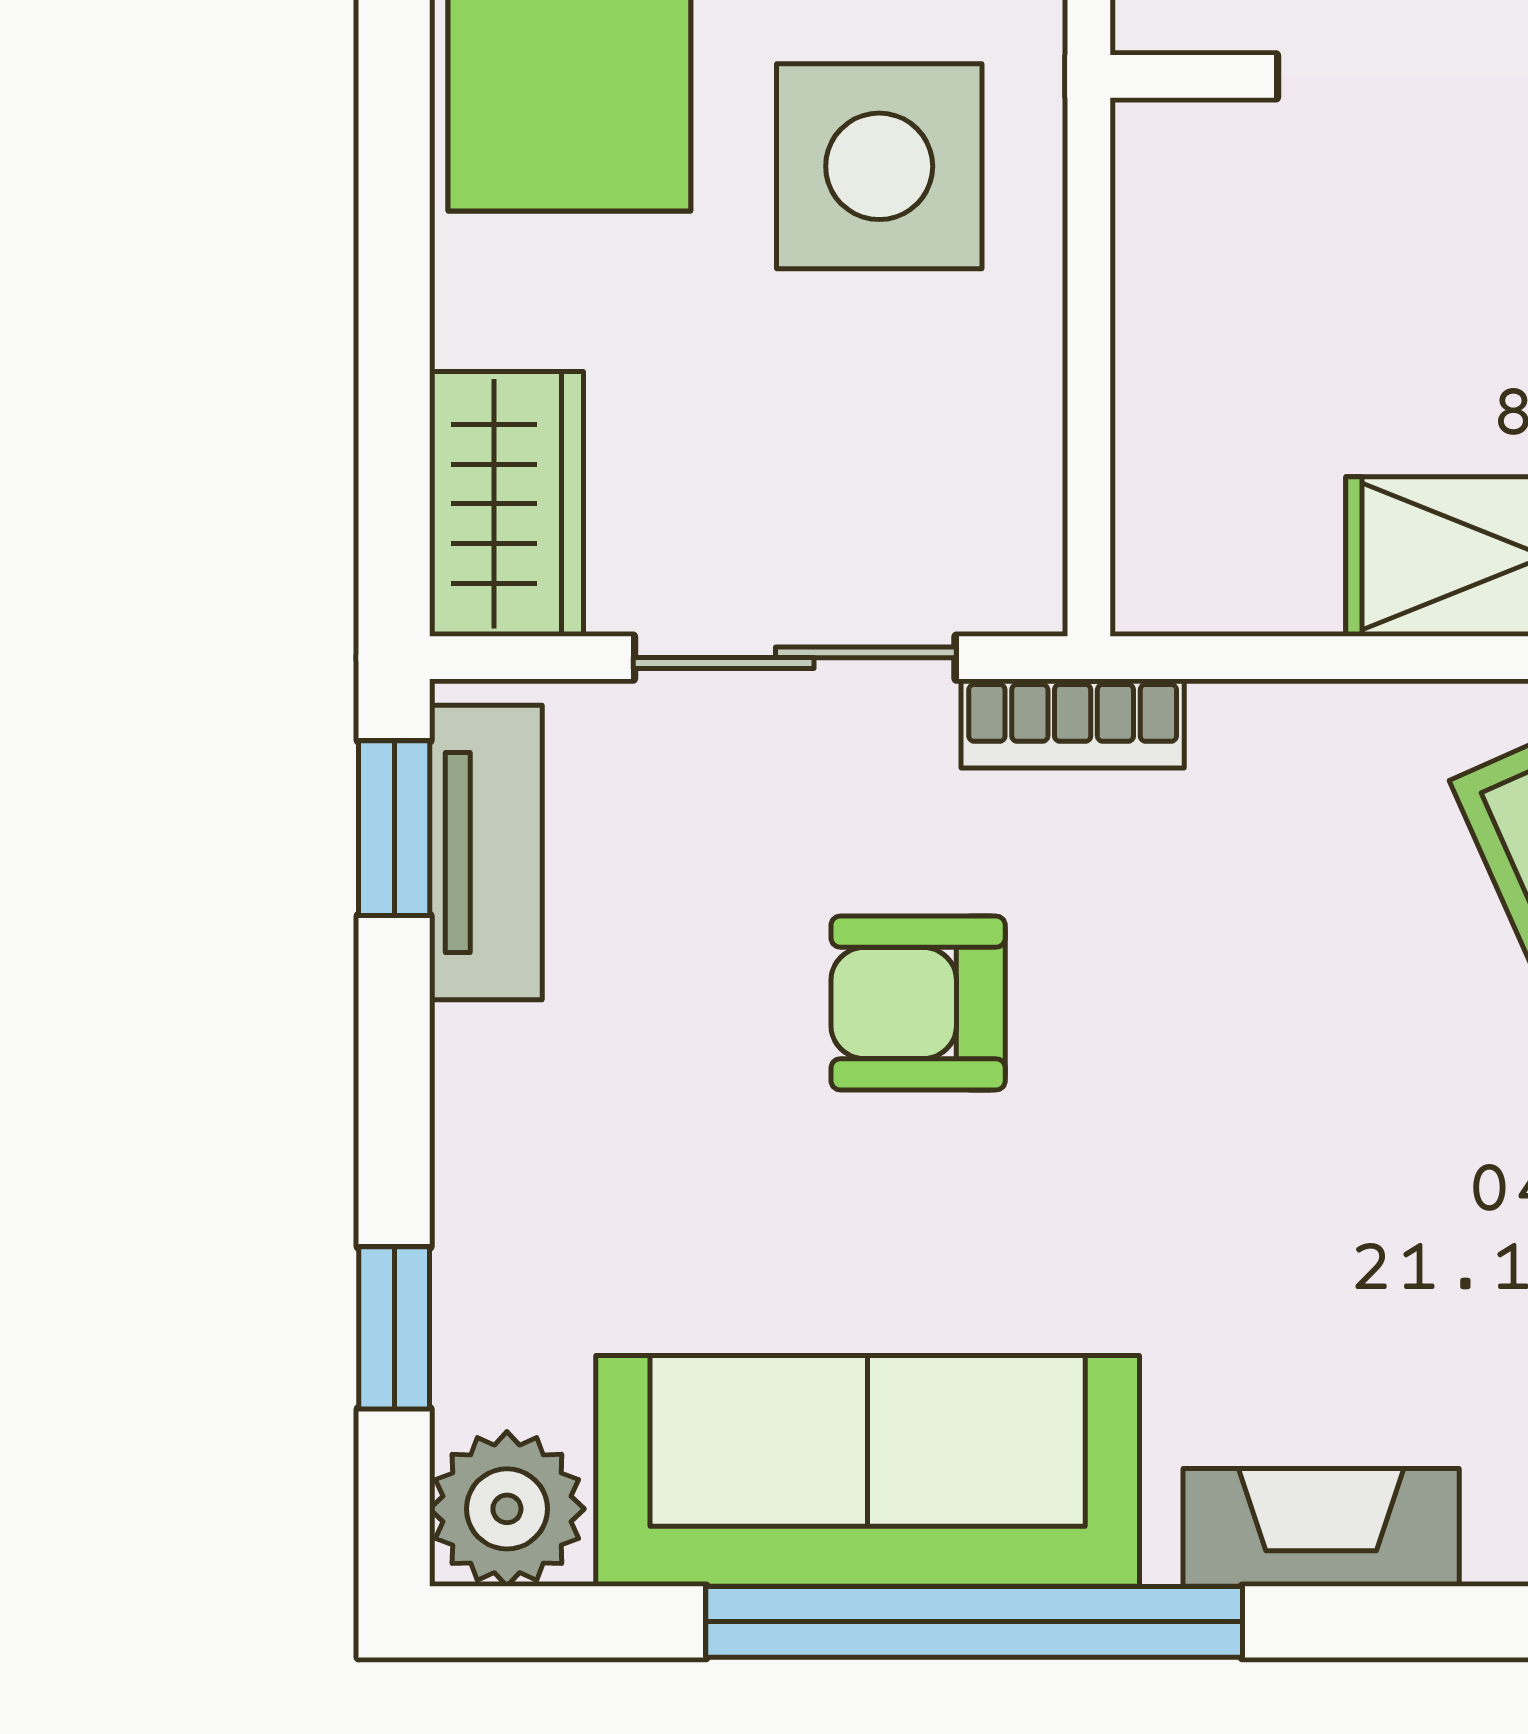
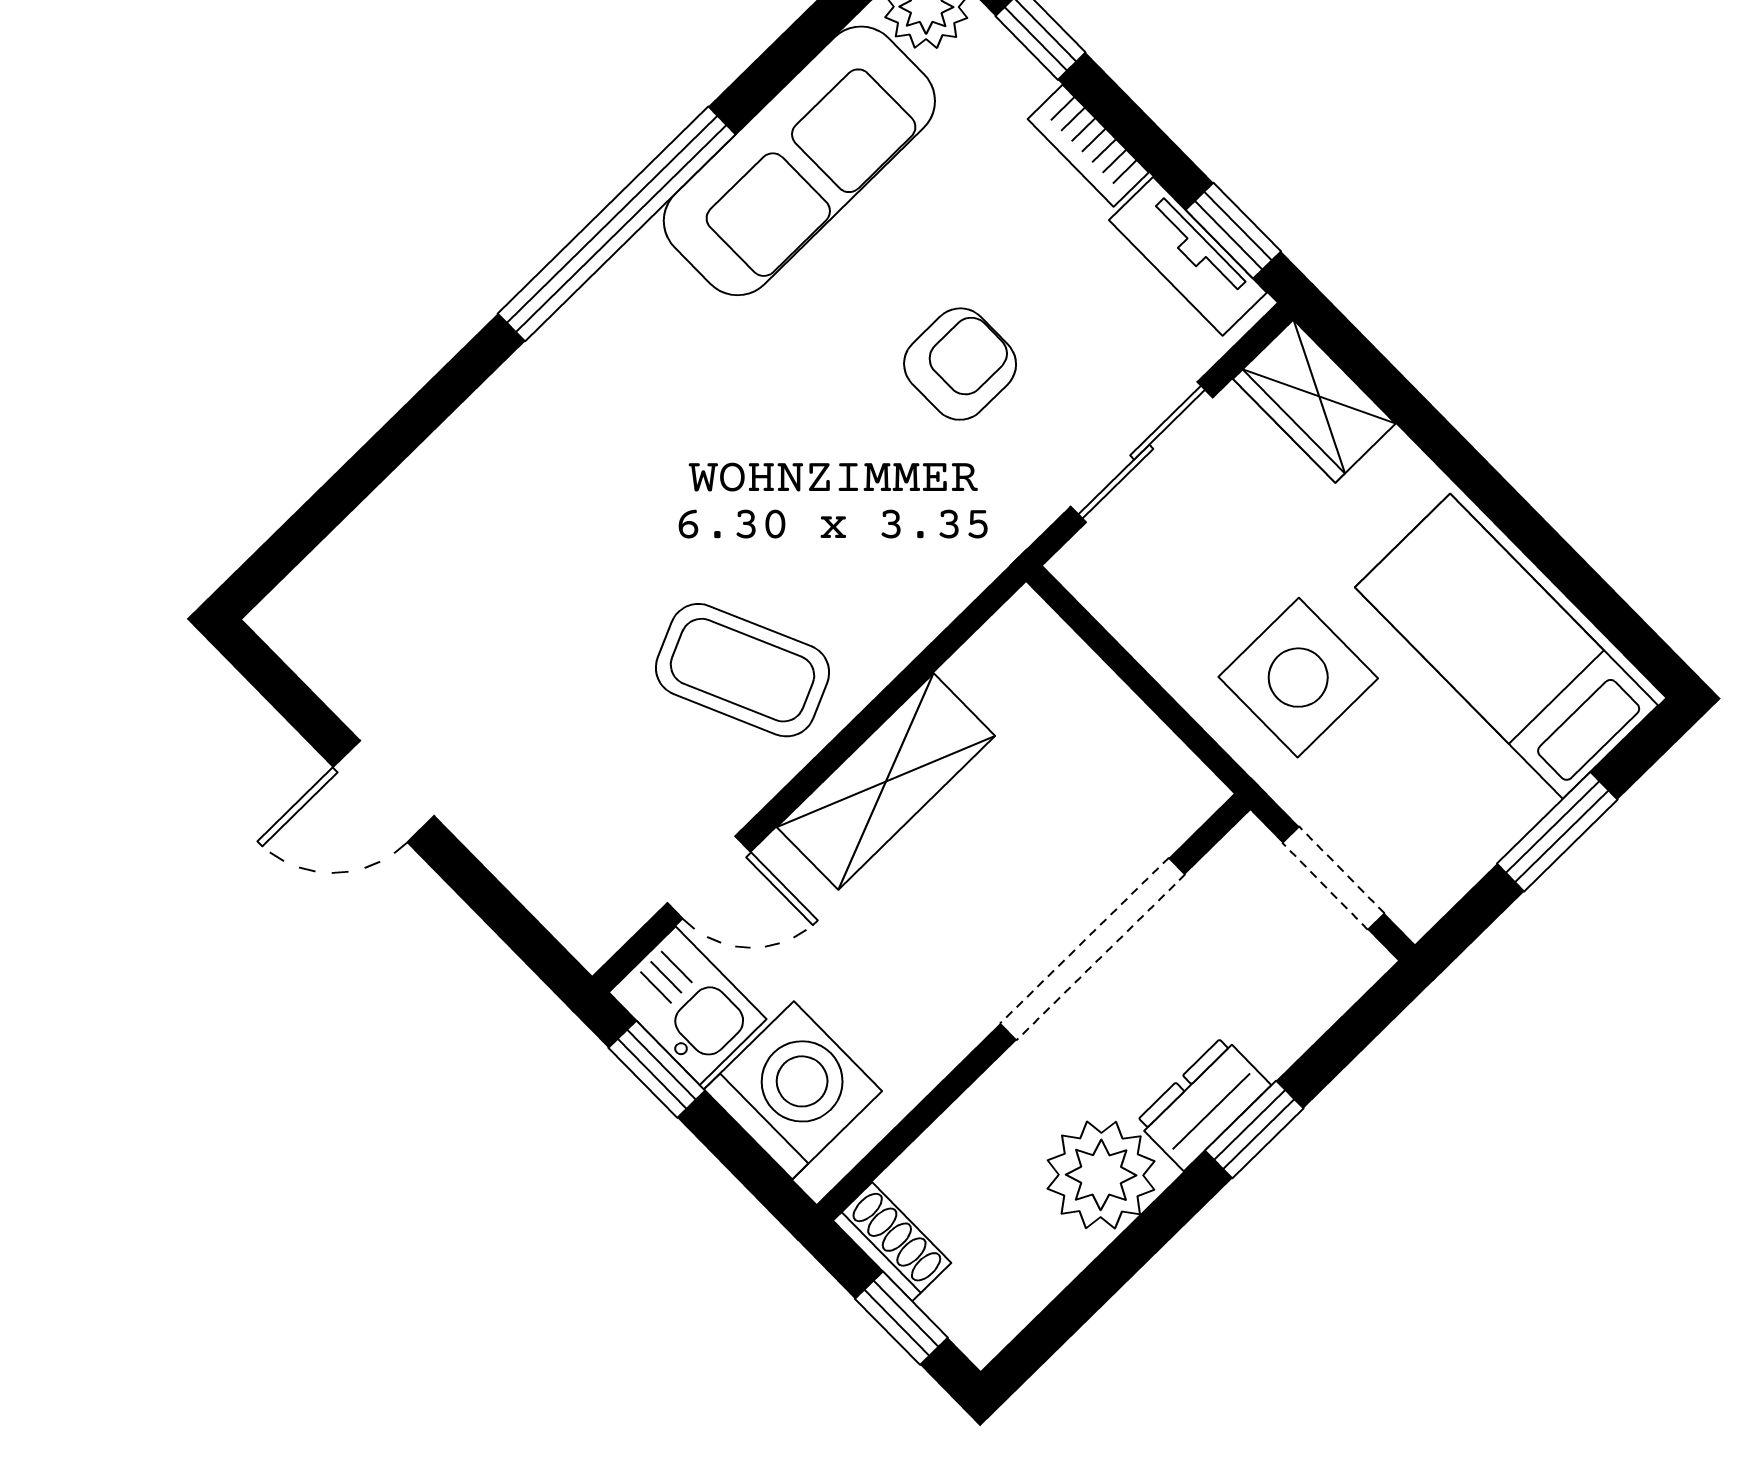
bookcase: (1073, 724) -> (1088, 146), moved, turned -90
fireplace: (1321, 1527) -> (599, 314), removed
window: (974, 1622) -> (617, 224), moved

